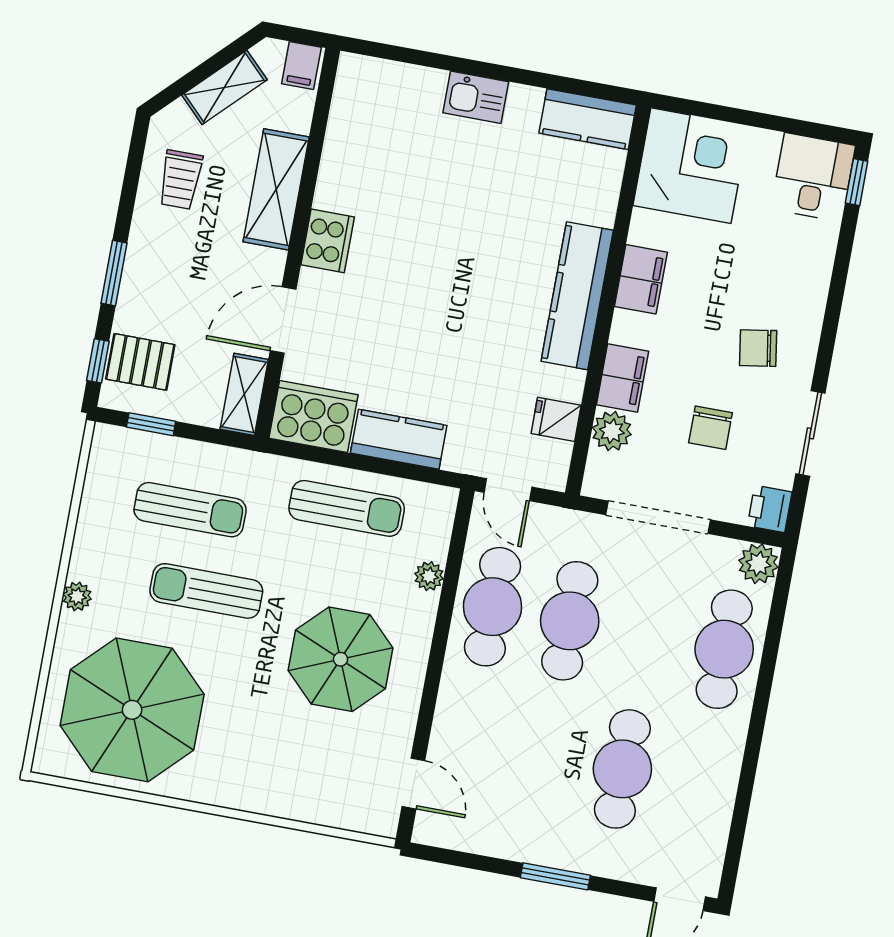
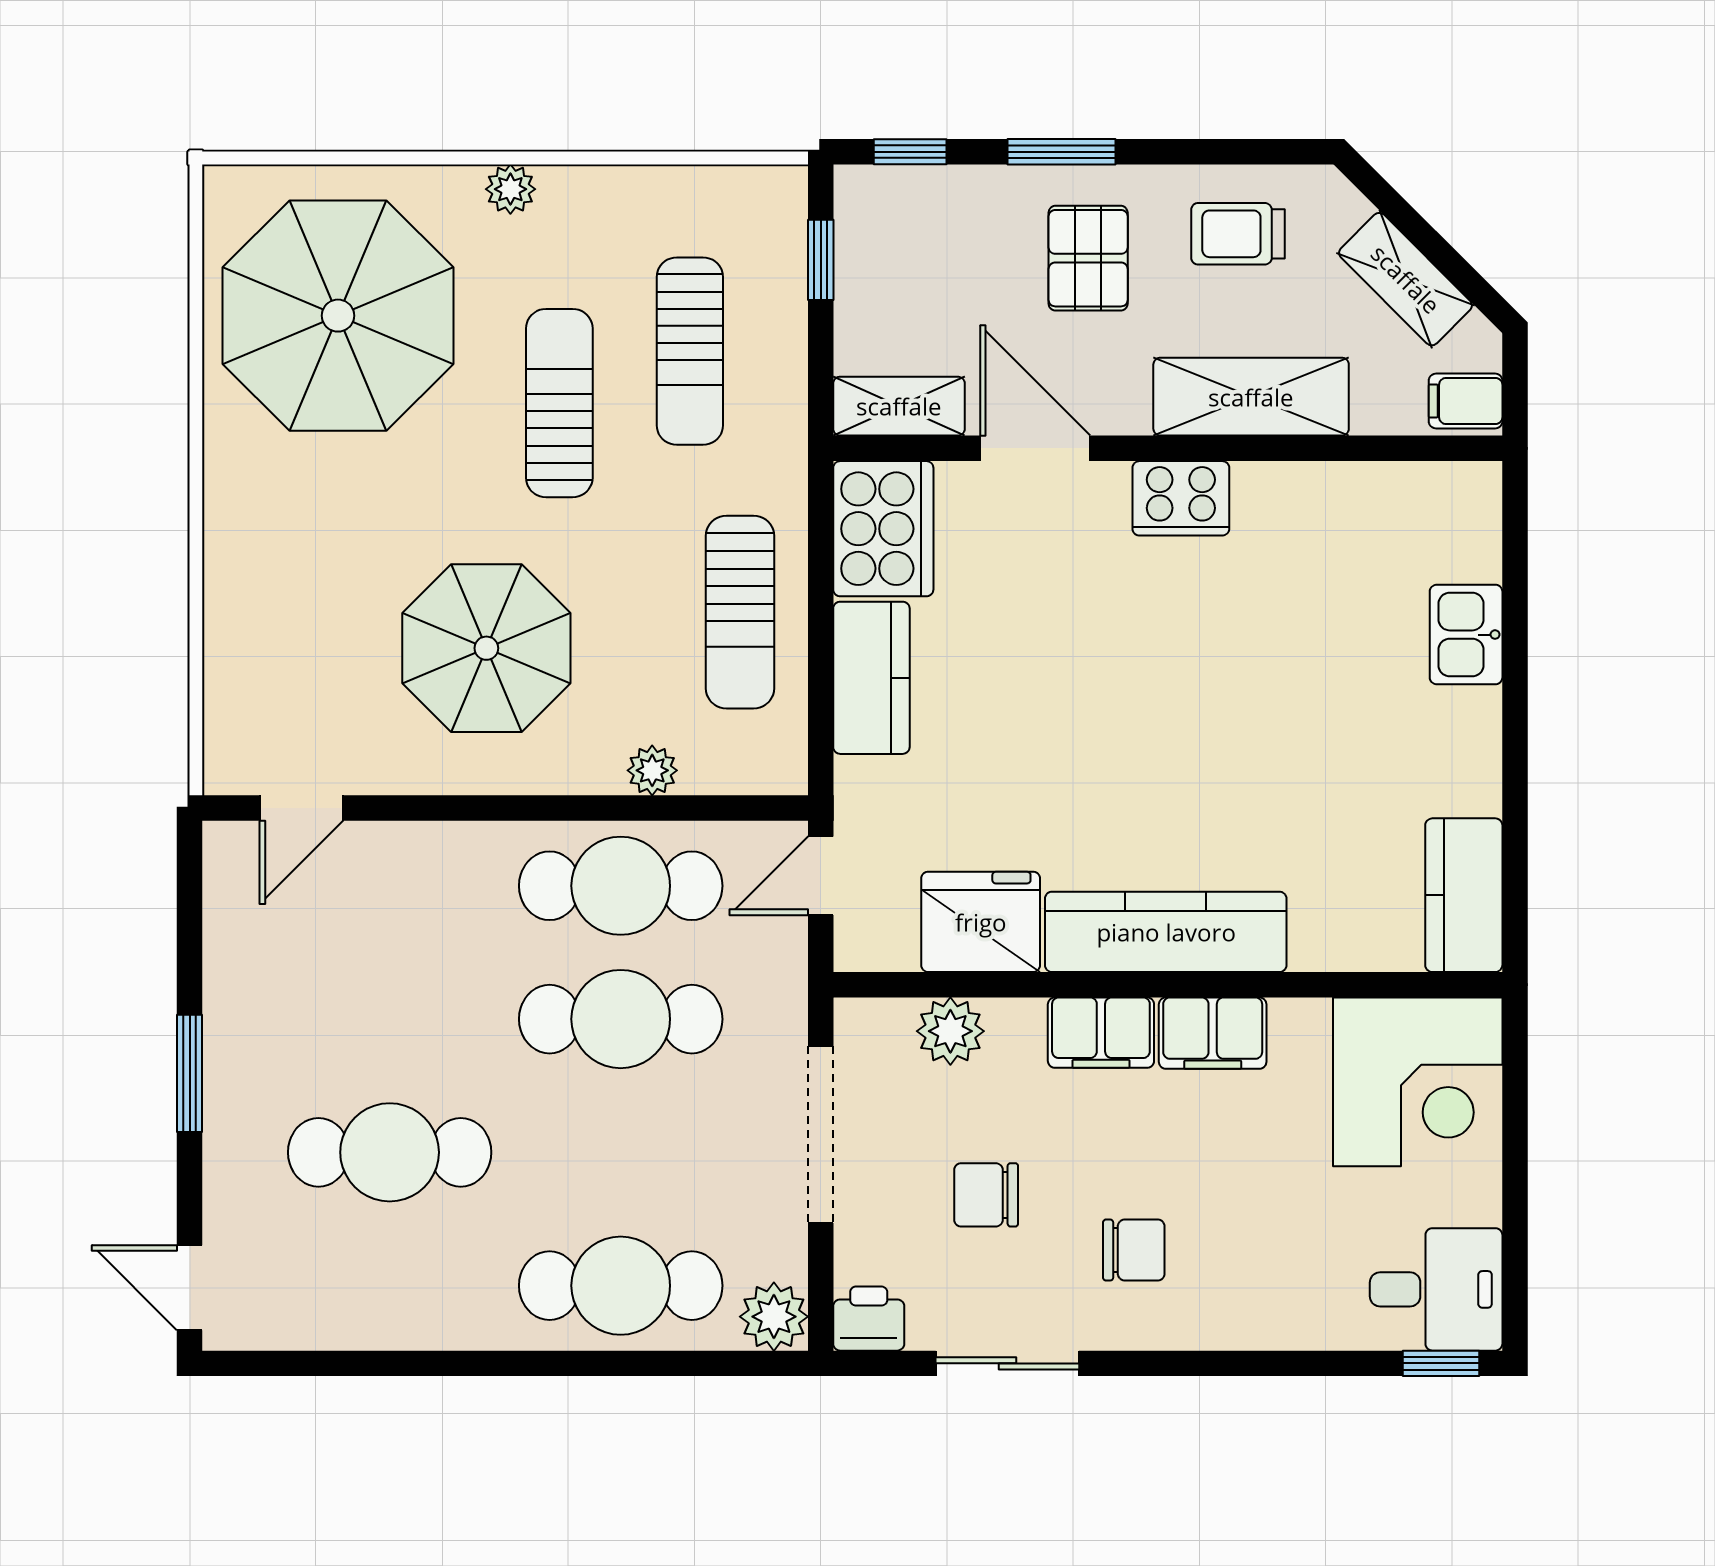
kitchen sink: (476, 97) -> (1466, 635), moved
chair: (758, 348) -> (1134, 1250), turned 99
pallet: (140, 362) -> (1088, 258), moved
filing cabinet: (622, 378) -> (1101, 1033), moved
fridge: (556, 419) -> (981, 922), width x1.88, depth x1.34

